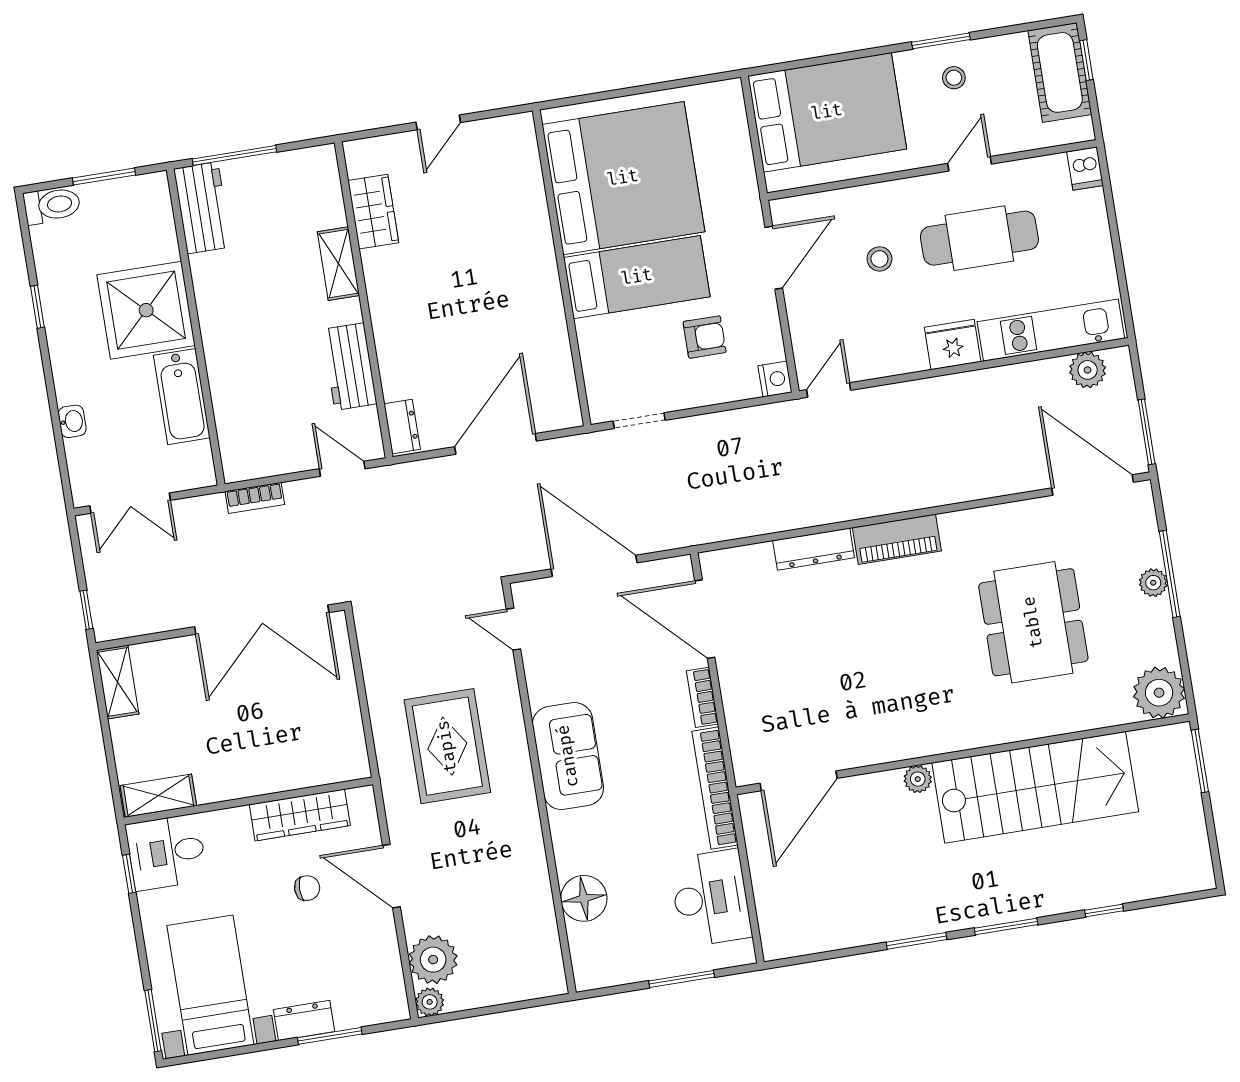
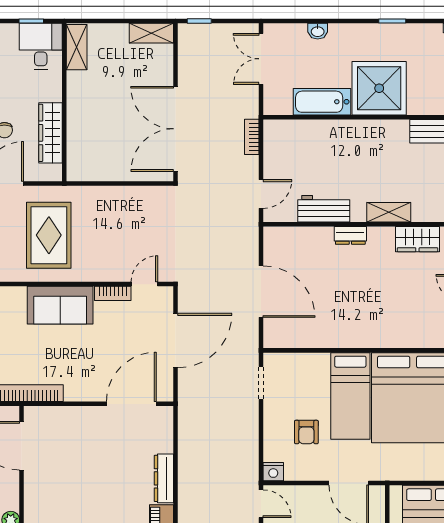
dresser: (402, 427) -> (350, 235), moved
bookcase: (702, 697) -> (113, 293), moved, turned 180
rug: (447, 746) -> (49, 235), moved, turned 90

